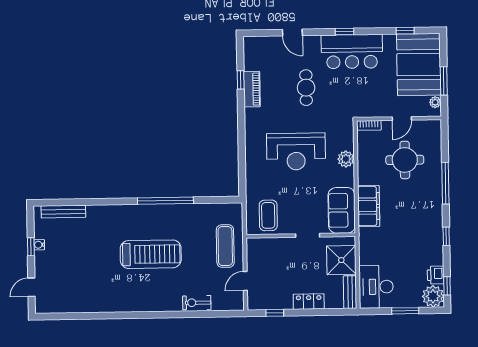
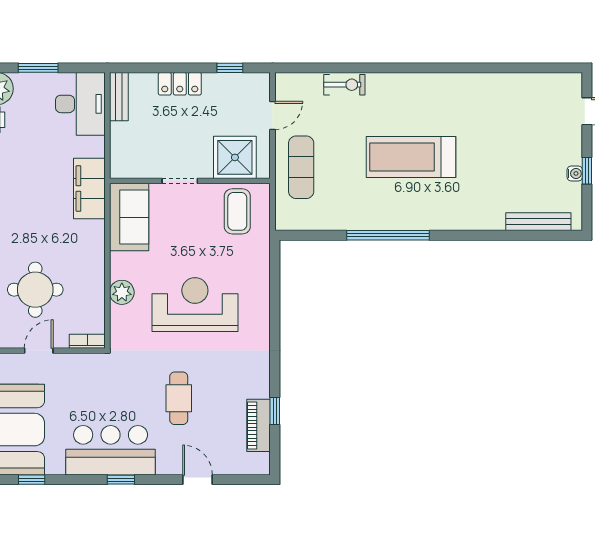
piano: (252, 89) -> (258, 425), moved
filing cabinet: (369, 206) -> (89, 188), moved
shower: (341, 260) -> (235, 157), moved

